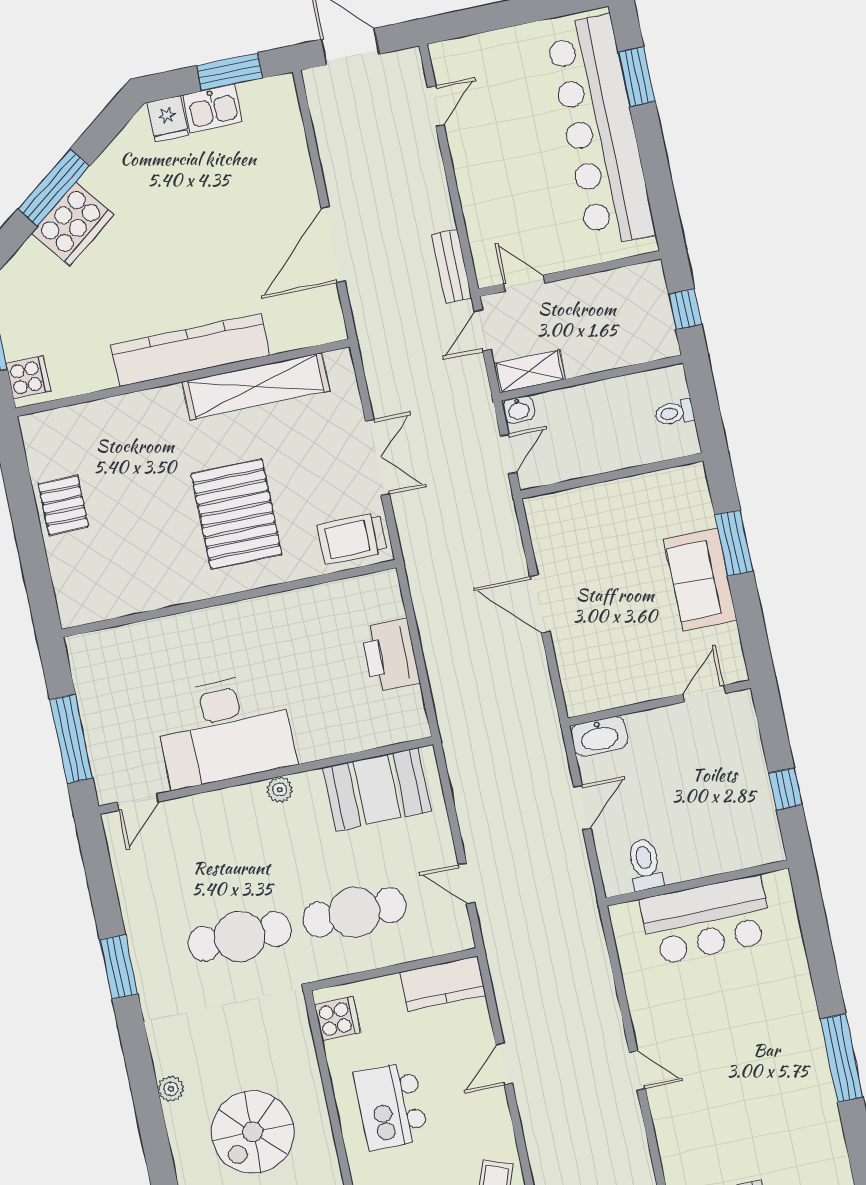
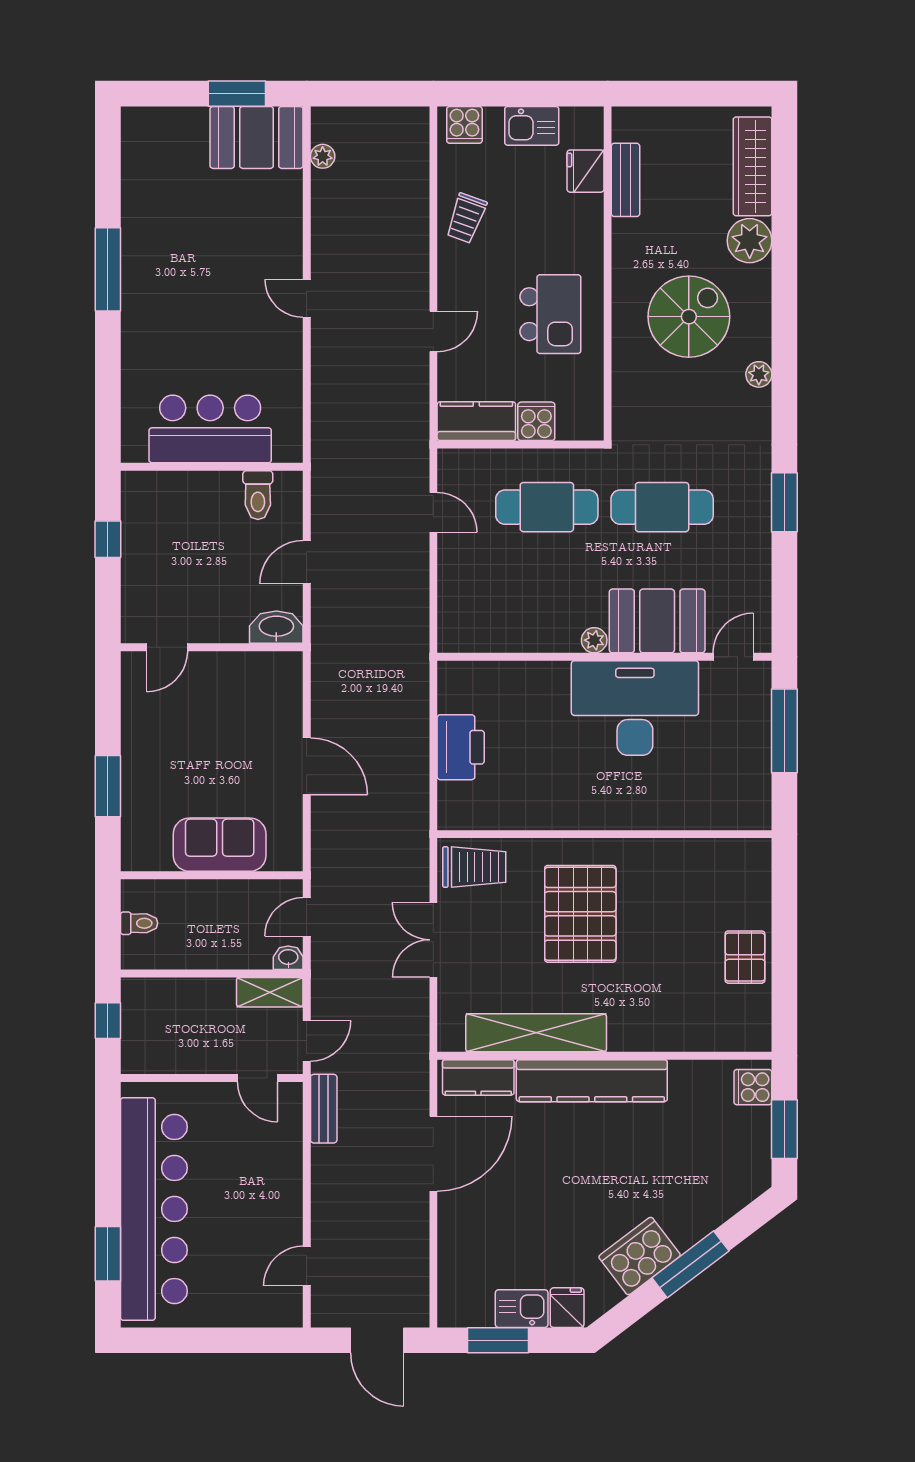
cooker: (73, 224) -> (640, 1256), moved
kitchen counter: (304, 330) -> (478, 1077), added
sofa: (701, 580) -> (220, 845), moved, turned -90
booth: (377, 789) -> (657, 621), moved
cooker: (338, 1019) -> (536, 421), moved, turned 90

